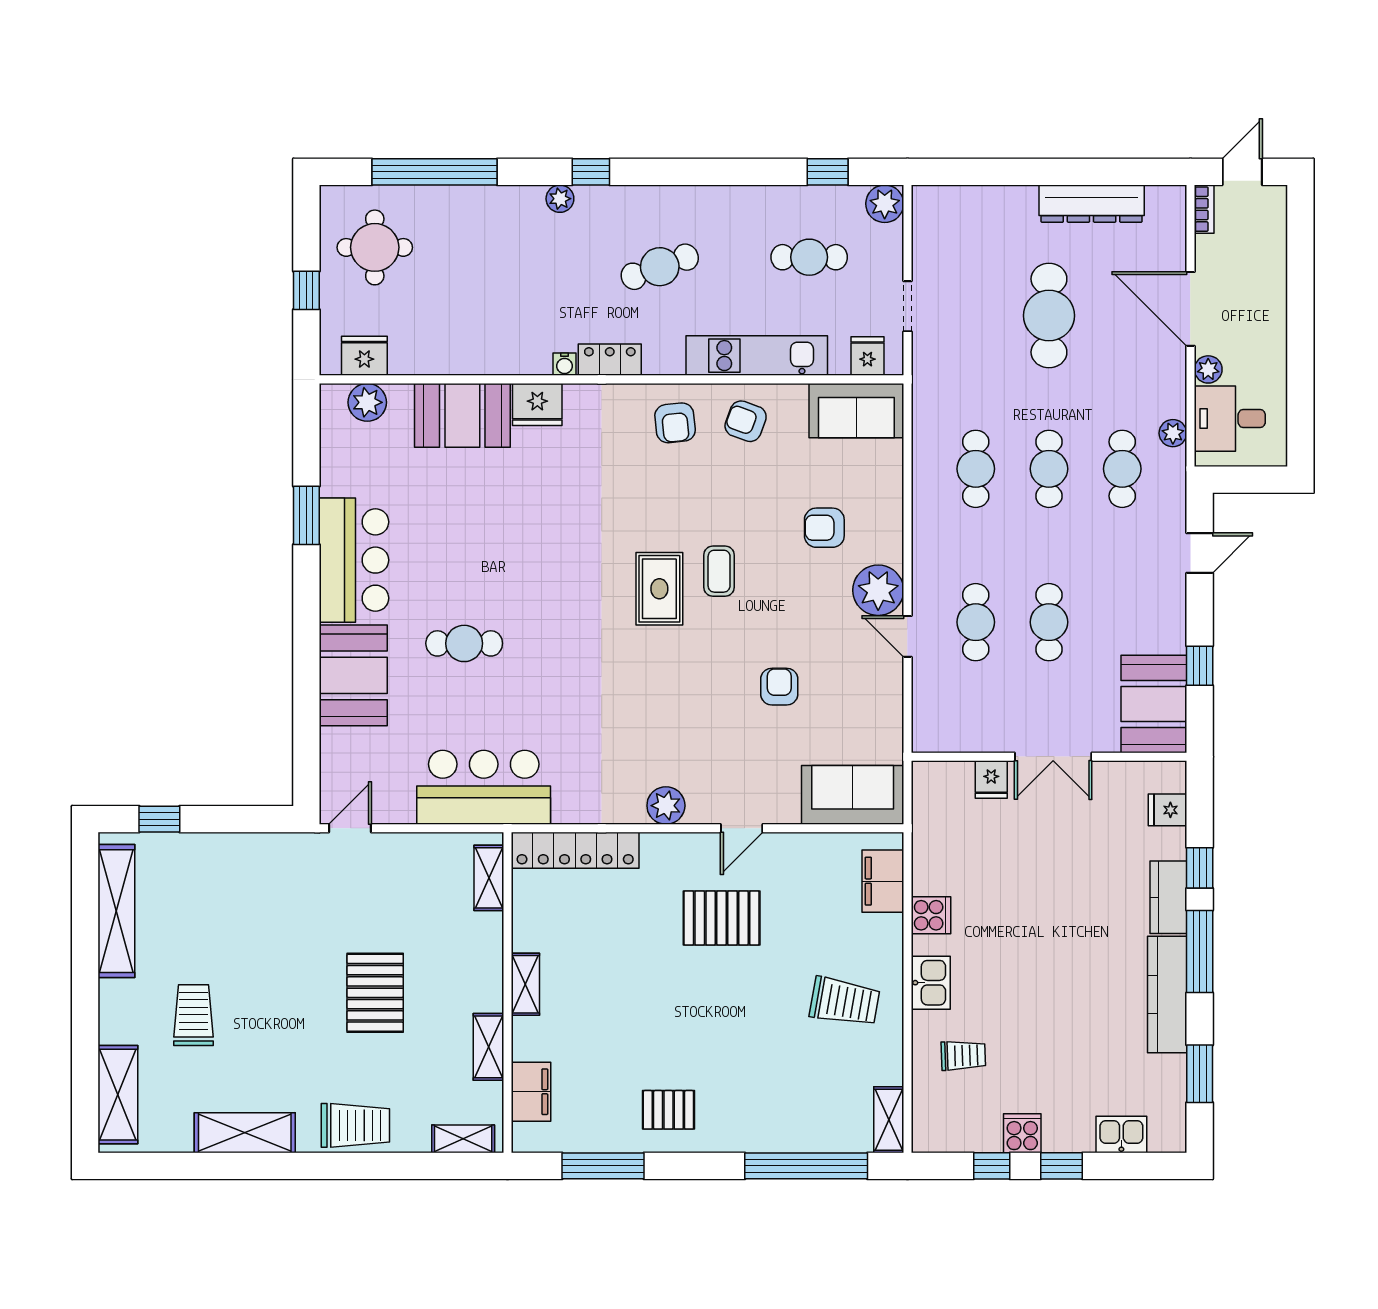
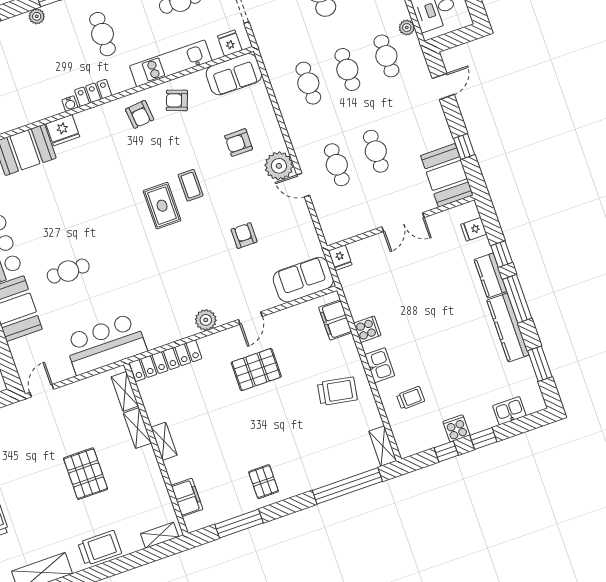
cafe table: (660, 267) -> (103, 34), turned -70
fridge: (991, 780) -> (340, 258), moved
shelving: (488, 1047) -> (137, 428), moved
pallet: (668, 1110) -> (264, 482), turned 90

